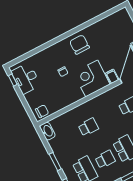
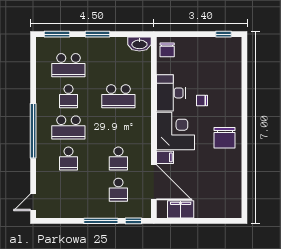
chair: (79, 45) -> (225, 138), turned 90
desk: (26, 78) -> (171, 93), moved, turned -90
school desk: (88, 127) -> (118, 96), width x1.85

